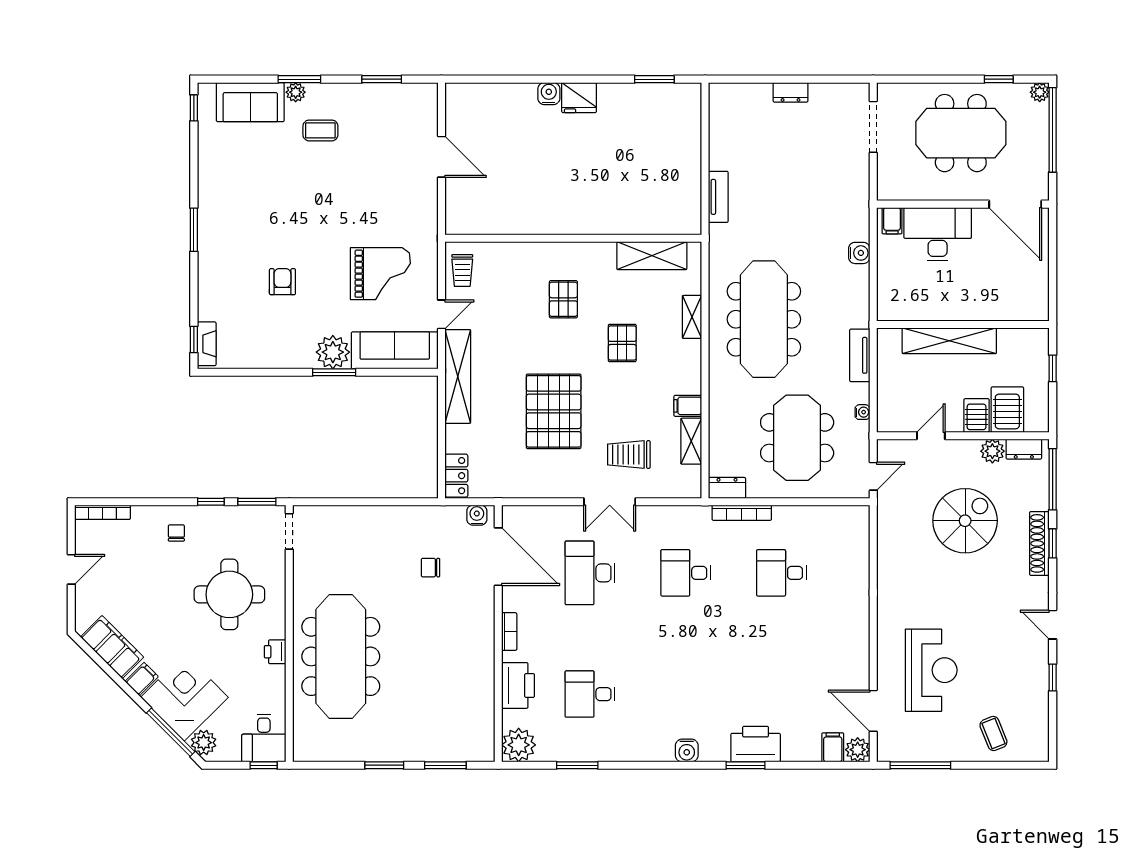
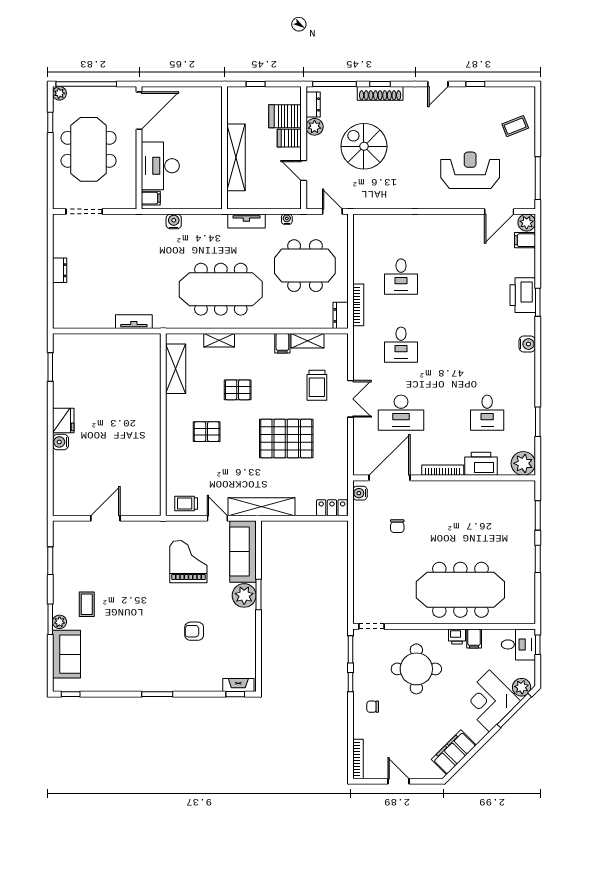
trolley: (462, 270) -> (186, 503), turned 180
bookcase: (509, 632) -> (443, 470), width x1.56
filing cabinet: (142, 679) -> (474, 638), moved, turned -135

